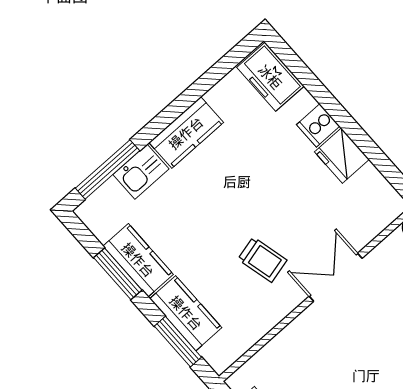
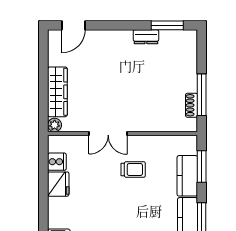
cooker: (318, 125) -> (57, 162), moved
trolley: (262, 260) -> (133, 169), turned 104

